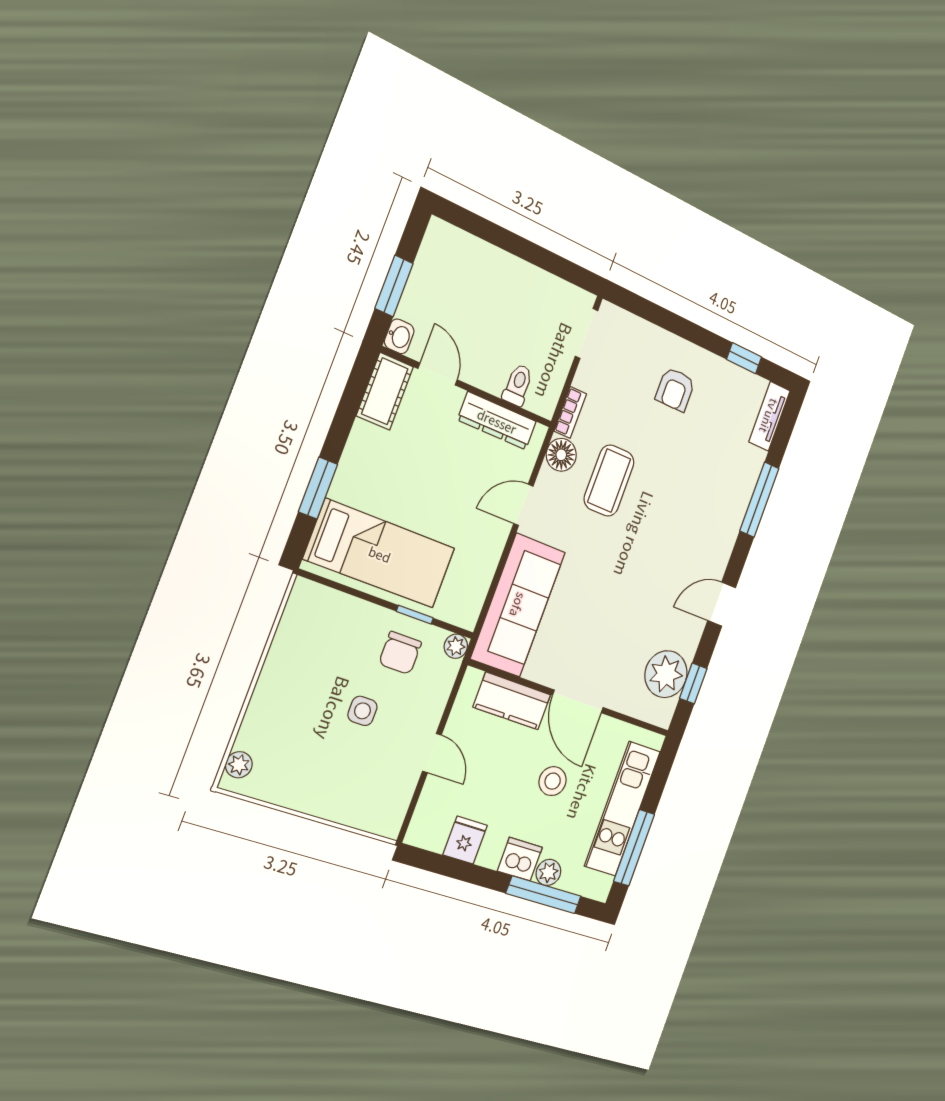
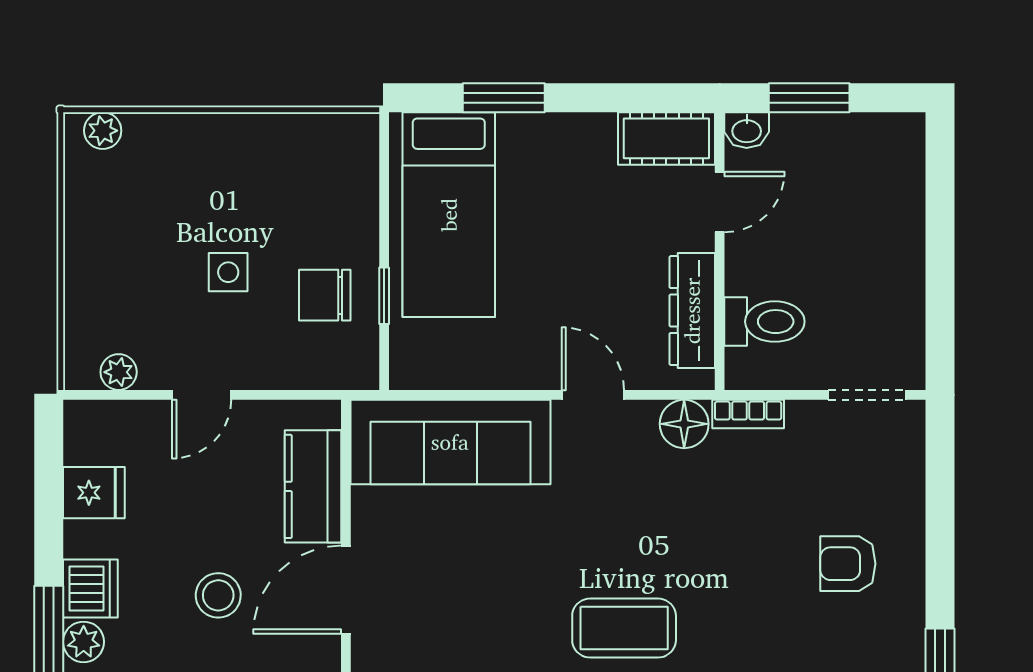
toilet: (518, 385) -> (764, 322), width x1.37, depth x1.39
coffee table: (609, 481) -> (624, 628), moved
plant: (456, 646) -> (119, 372), moved

